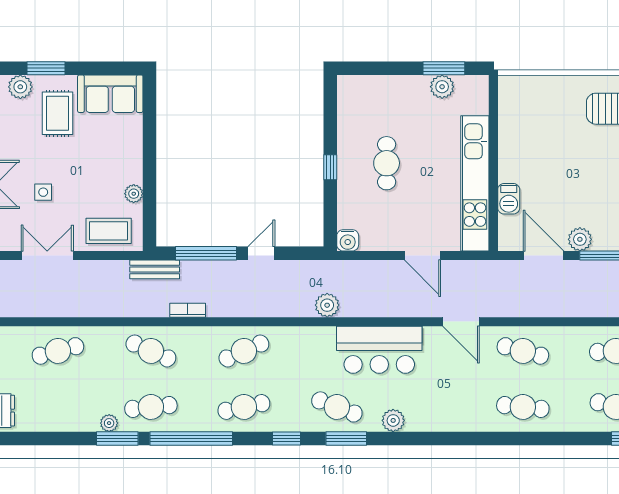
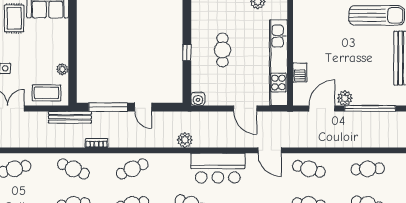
door: (261, 253) -> (143, 107), swing flipped
door: (544, 256) -> (322, 108), hinge flipped
bench: (155, 269) -> (70, 117), width x1.36

